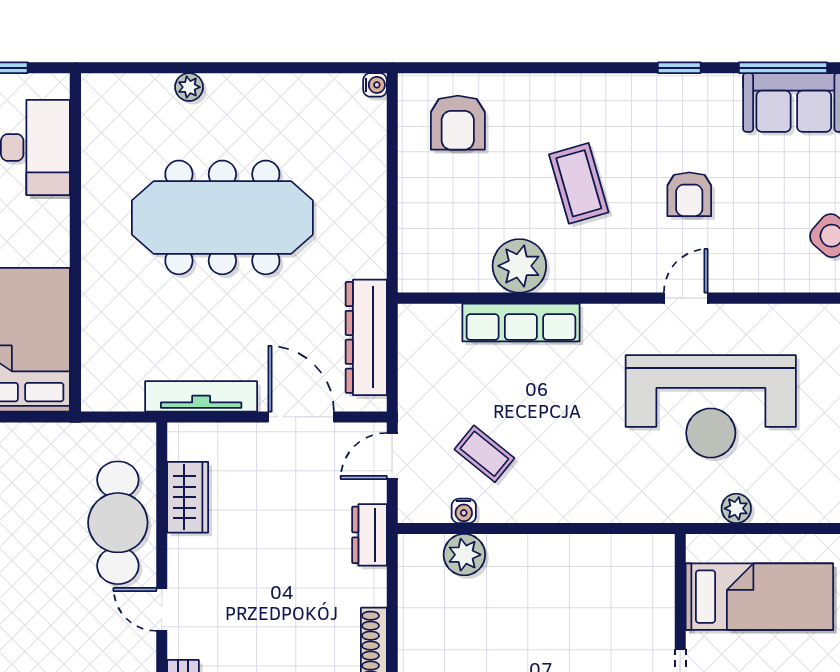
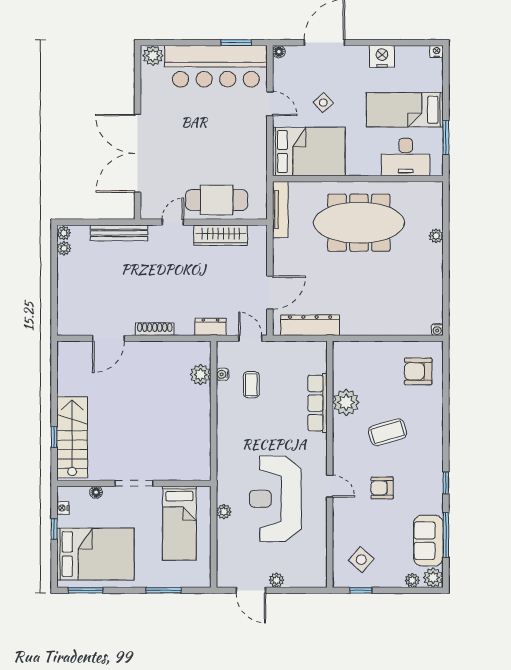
meeting table: (222, 217) -> (359, 223), moved, turned 90
tv unit: (201, 396) -> (280, 210), moved
coffee table: (484, 454) -> (251, 385), turned -39
wardrobe: (188, 497) -> (221, 235), width x1.50

